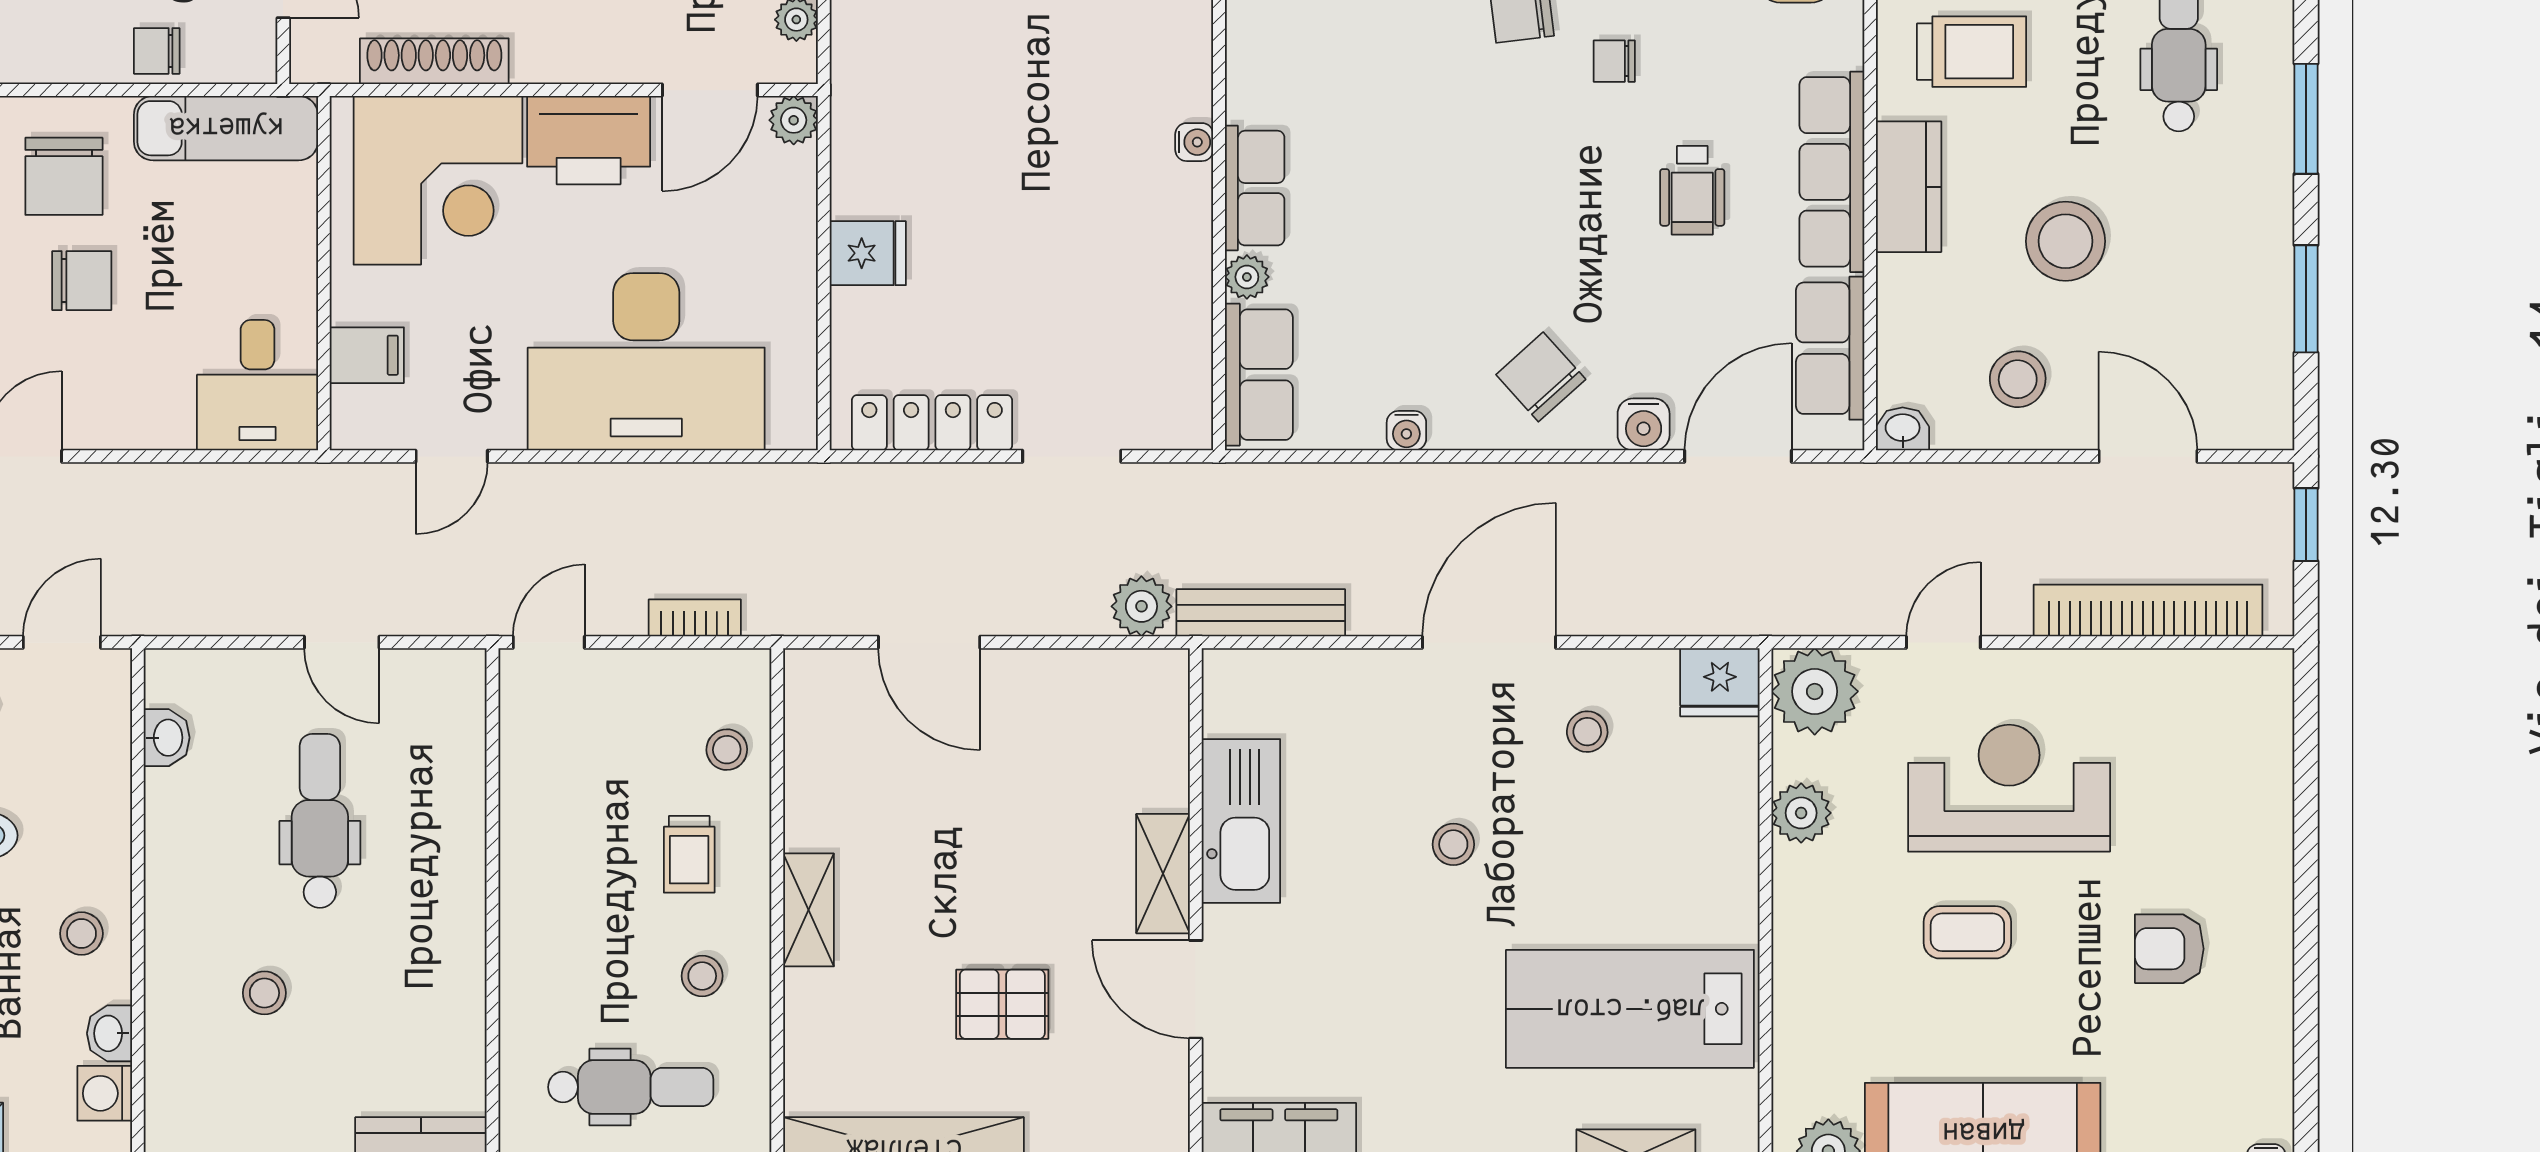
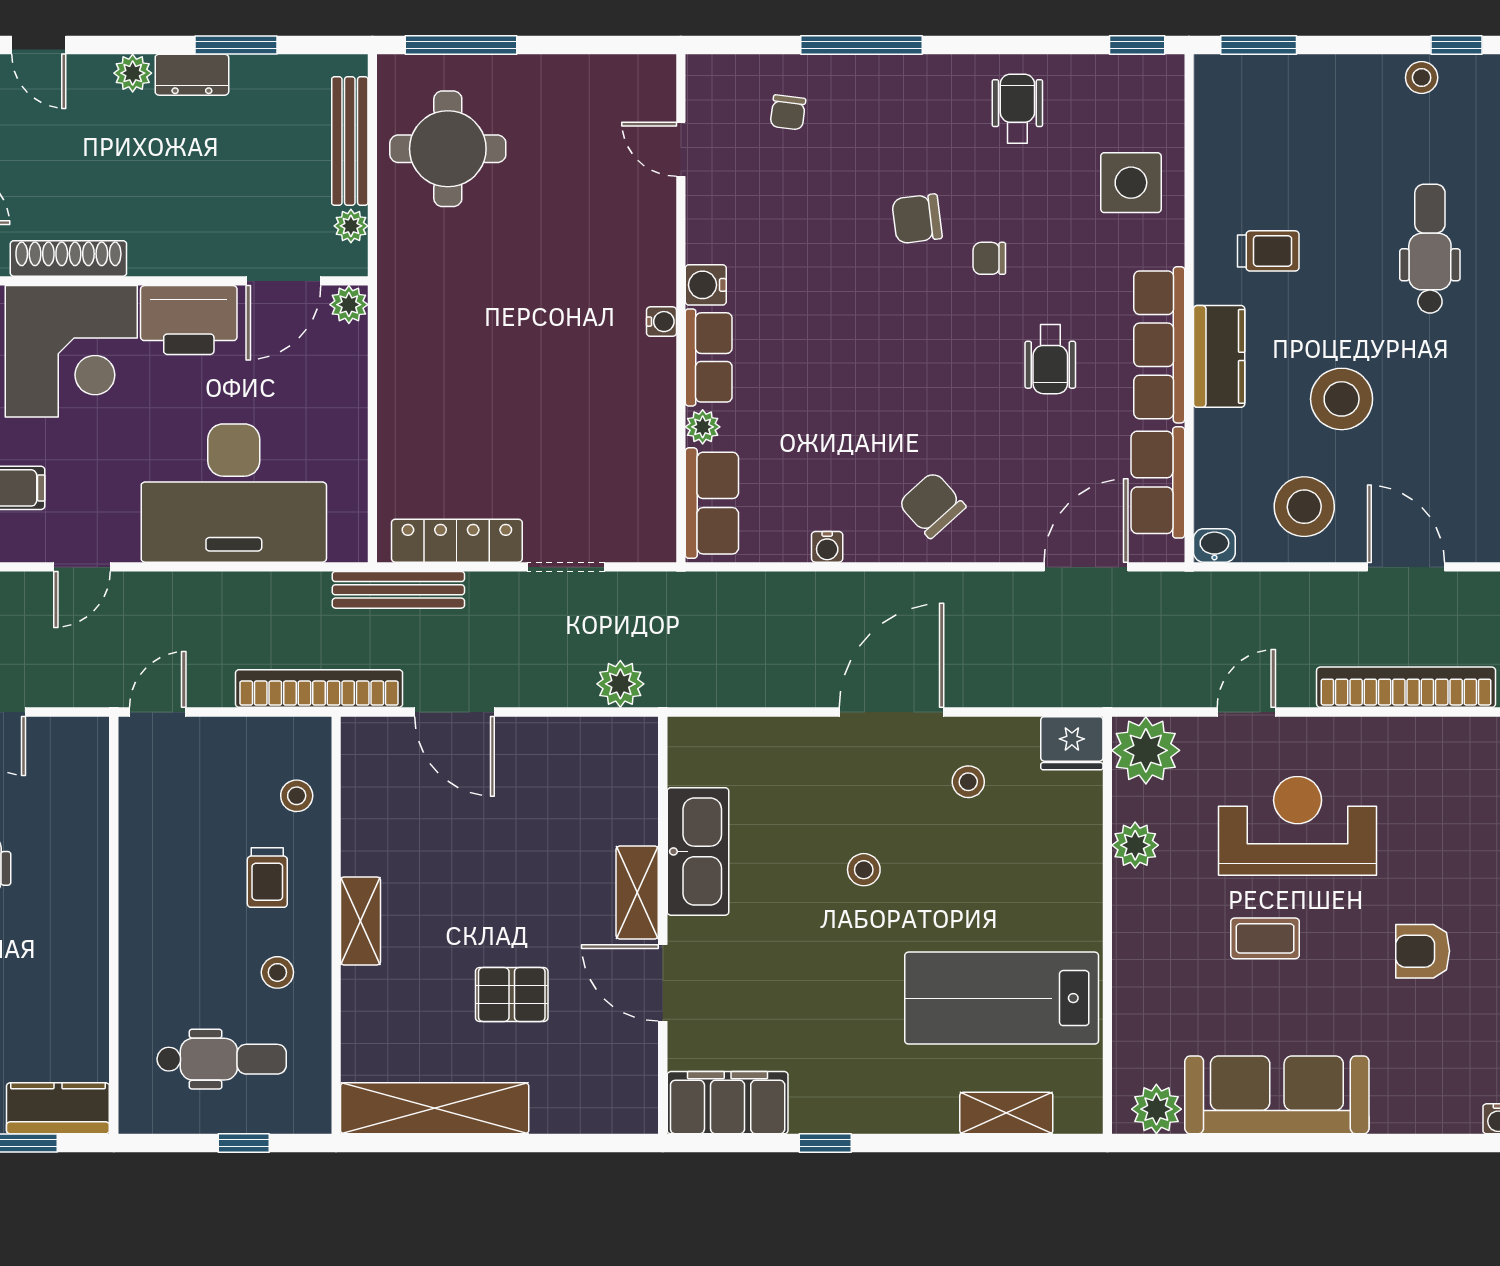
trolley: (1972, 52) -> (1268, 251), width x0.73, depth x0.72
fridge: (868, 253) -> (407, 408), removed
stool: (2018, 379) -> (1304, 507), width x1.38, depth x1.38
water cooler: (1644, 424) -> (706, 285), moved, turned 90
bench: (1261, 613) -> (398, 590), moved
bookcase: (695, 618) -> (319, 689), width x2.31, depth x1.31

